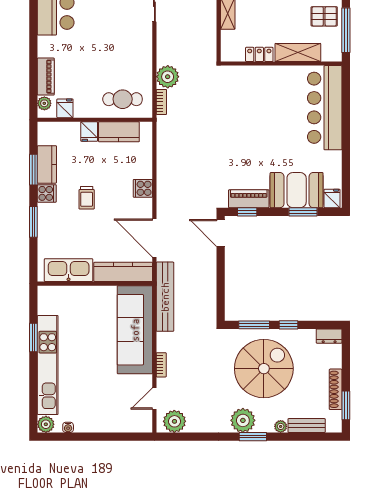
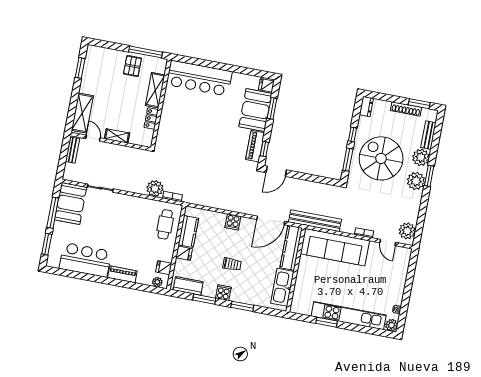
piano: (46, 77) -> (122, 274), moved
kitchen counter: (47, 164) -> (188, 286), moved
plant: (281, 426) -> (421, 157), width x1.87, depth x1.87

